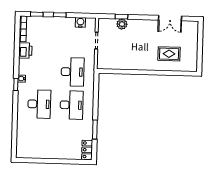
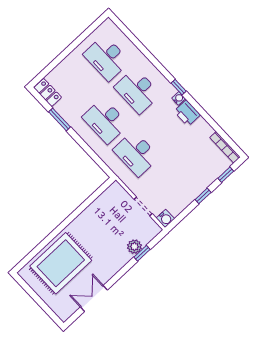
water cooler: (80, 22) -> (165, 218), moved
printer: (25, 51) -> (187, 113), moved
rug: (169, 54) -> (61, 263), width x1.86, depth x2.06
desk: (38, 137) -> (107, 58), added

